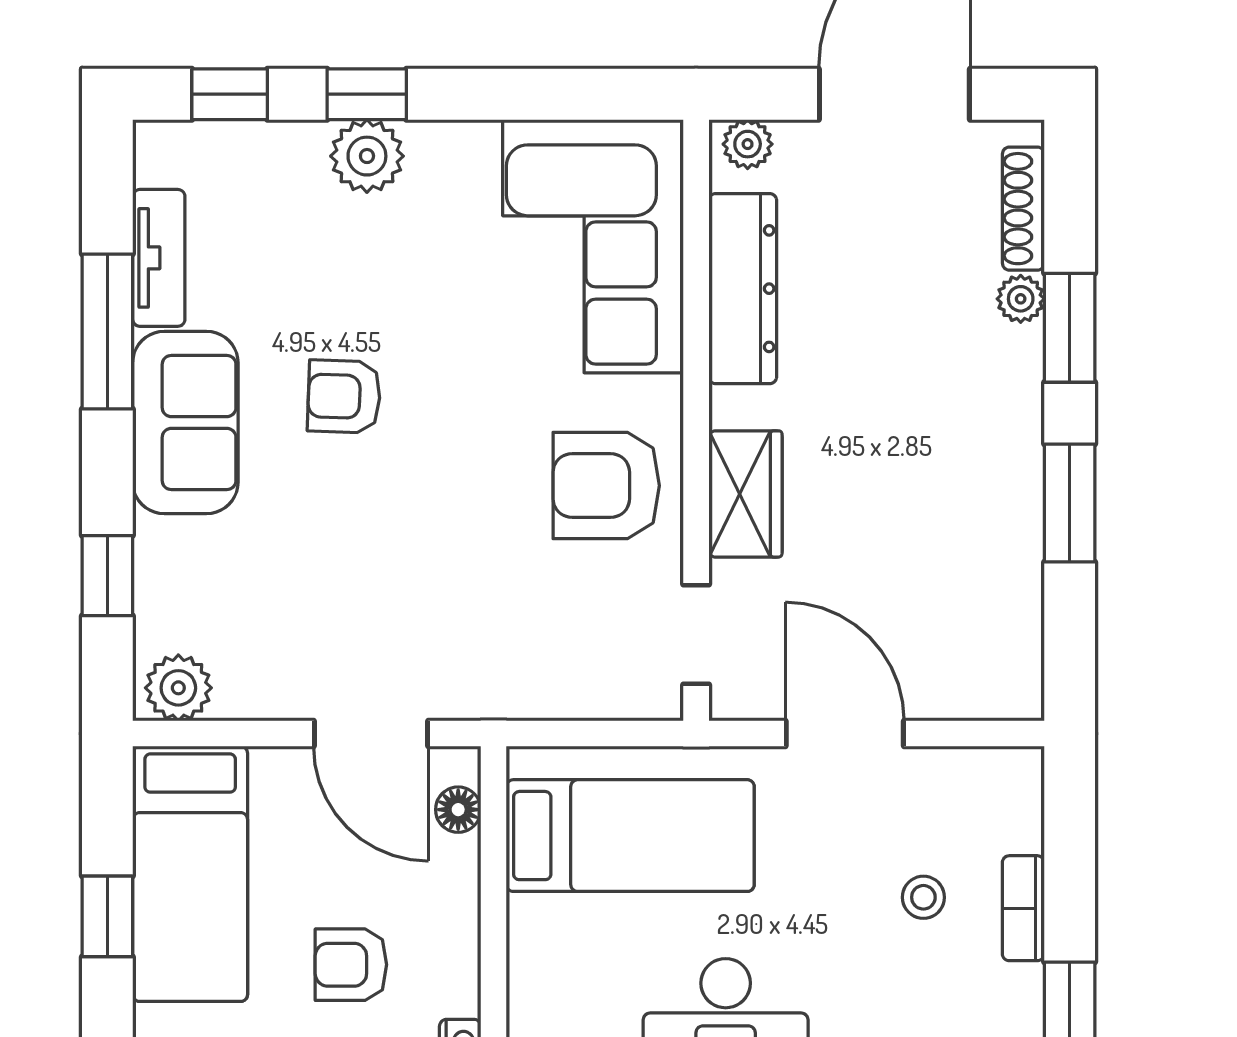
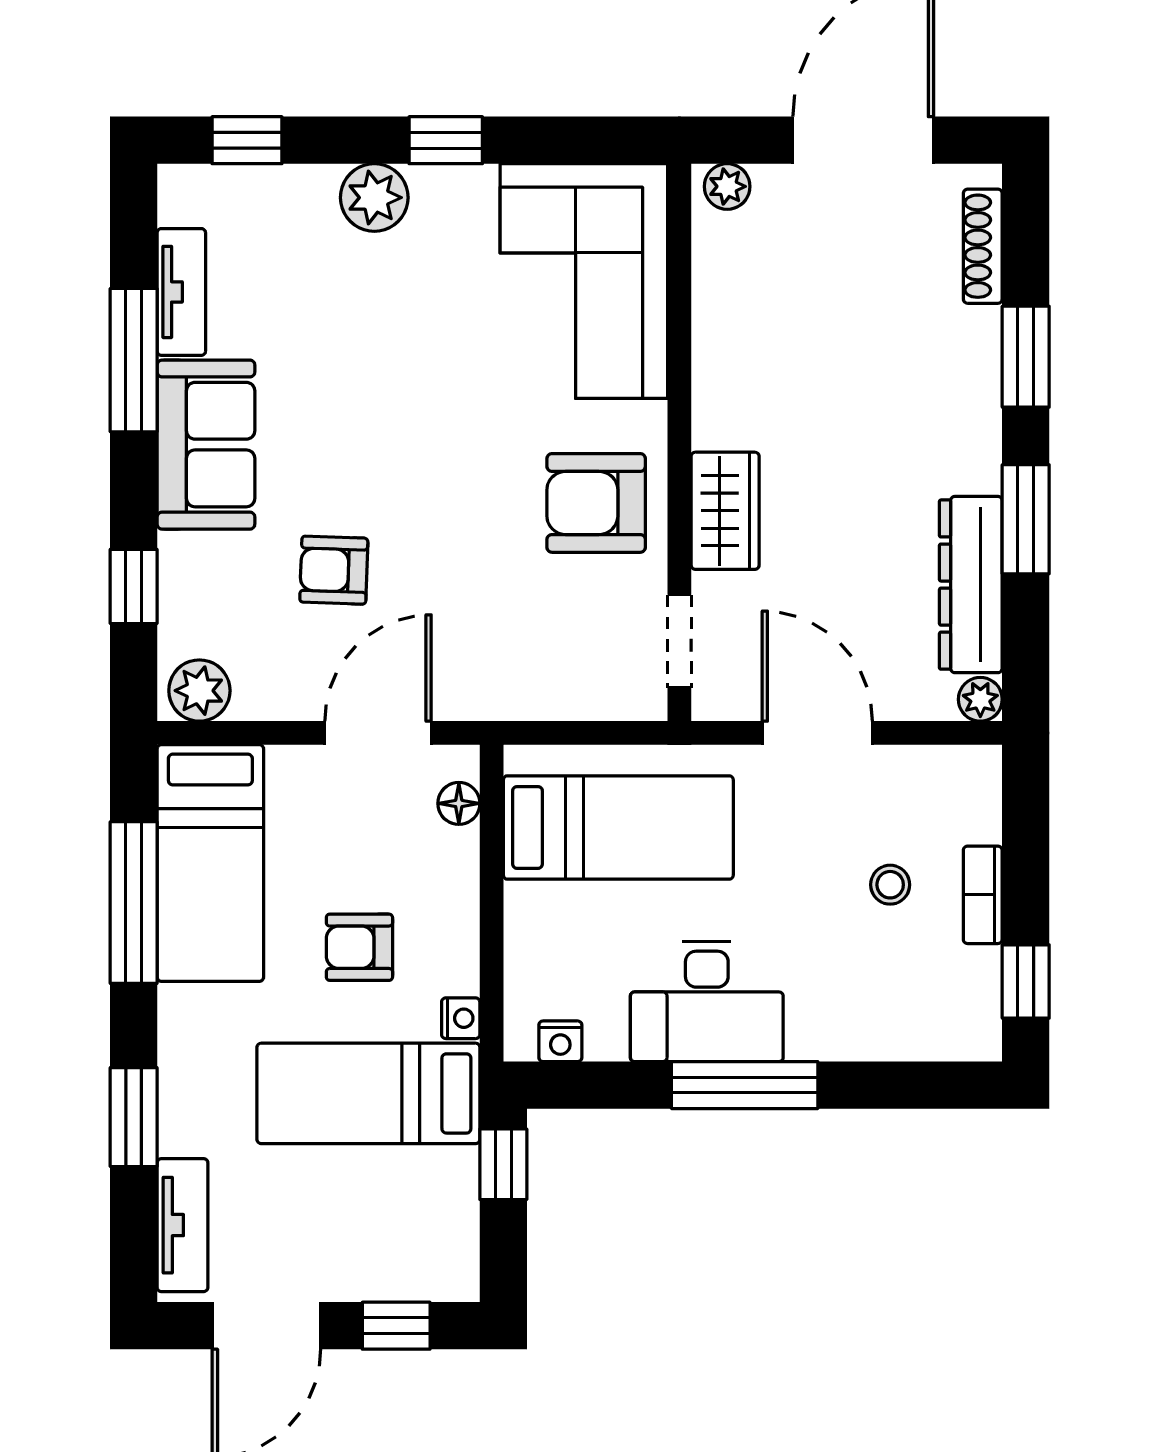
window: (367, 94) -> (446, 140), moved
dresser: (743, 289) -> (971, 585), moved, turned 180
plant: (1021, 299) -> (980, 699), moved
armchair: (344, 397) -> (334, 570), moved
door: (371, 734) -> (378, 733), swing flipped
window: (107, 916) -> (134, 903), width x2.17

